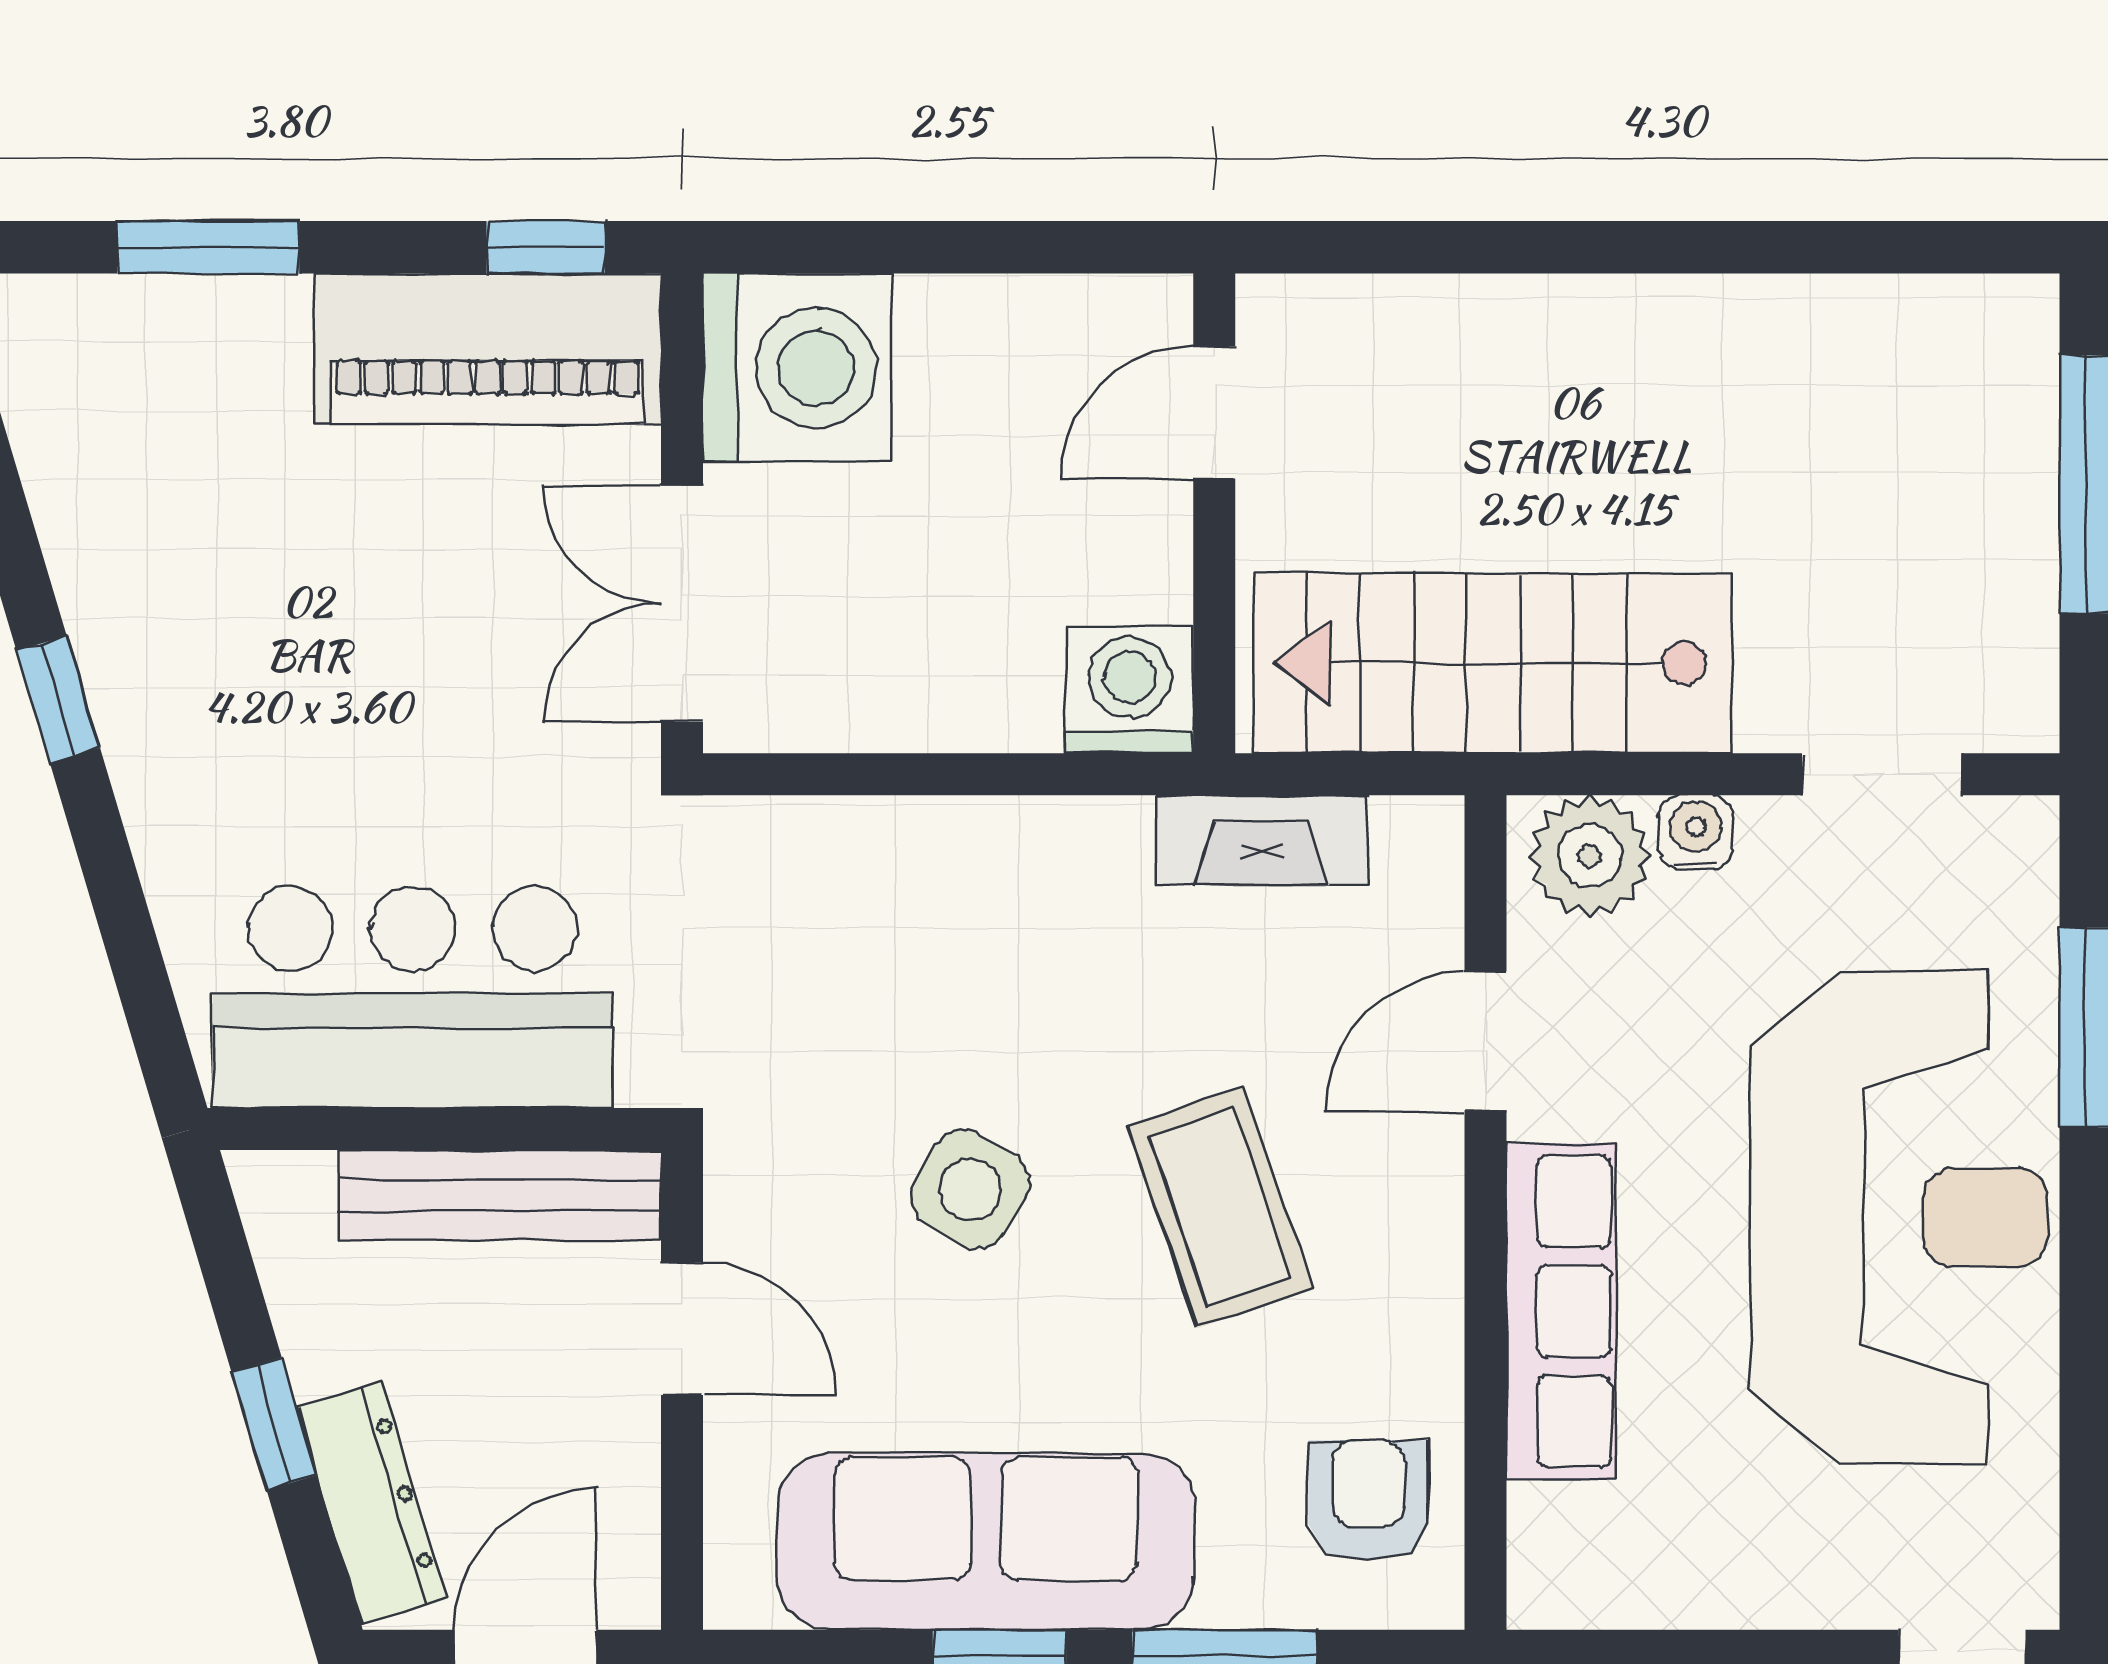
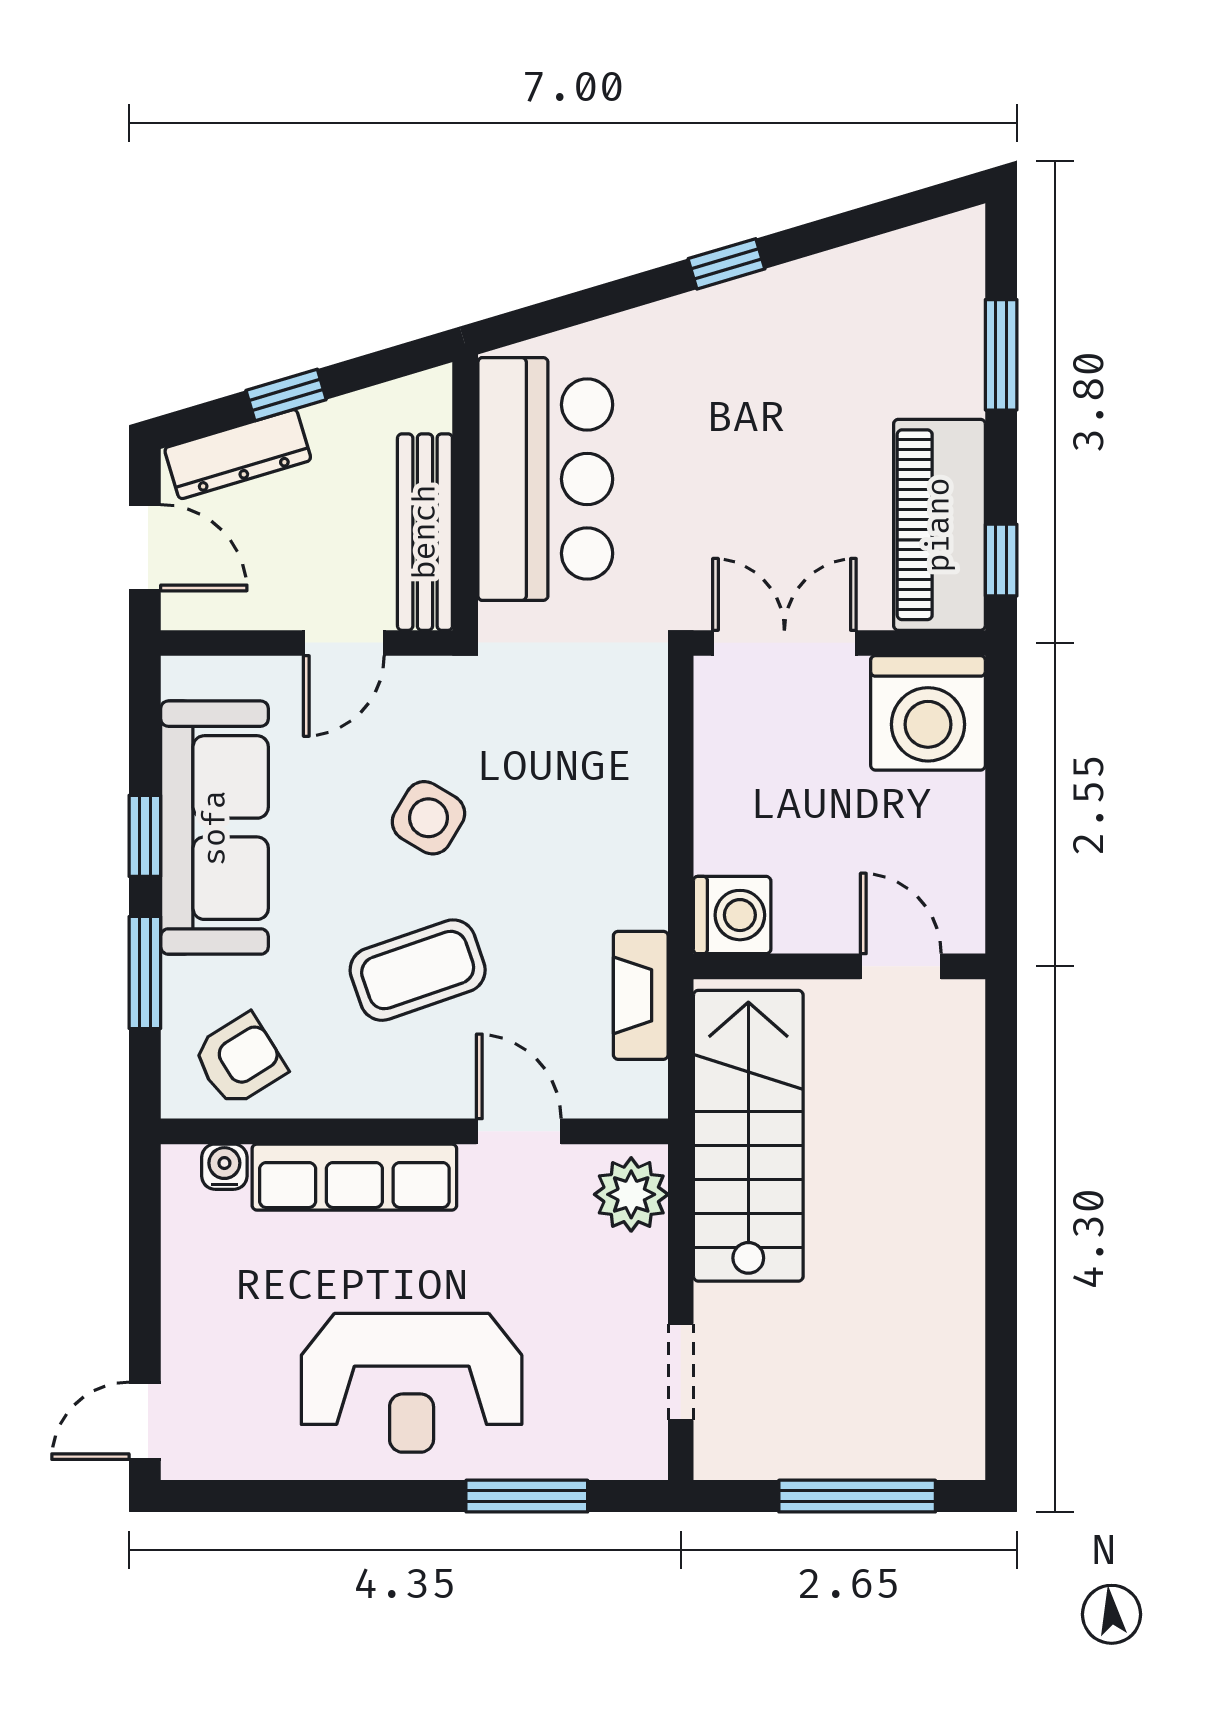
water cooler: (1696, 832) -> (224, 1167), moved, turned -90
reception desk: (1899, 1217) -> (412, 1383), width x0.74, depth x0.77
armchair: (1368, 1500) -> (240, 1060), turned -32

